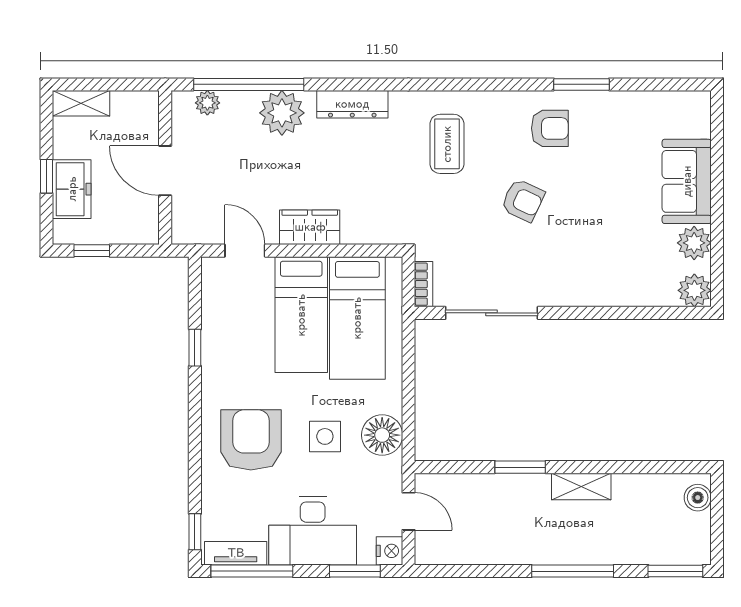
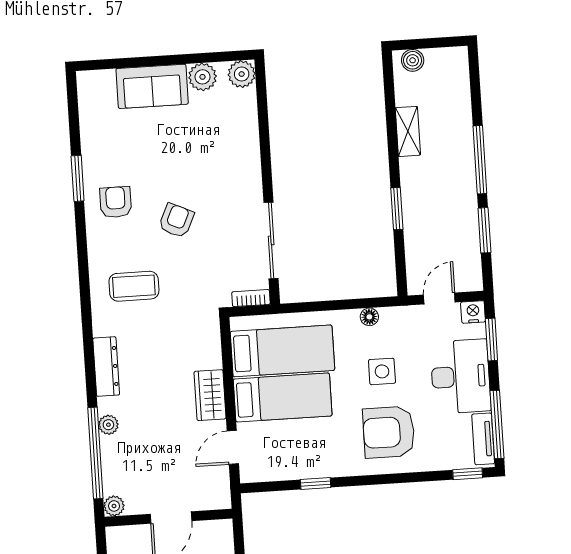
plant: (207, 103) -> (114, 506), moved
plant: (282, 113) -> (108, 425), width x0.53, depth x0.53
floor lamp: (382, 435) -> (369, 317), width x0.53, depth x0.53
shelving: (581, 486) -> (408, 131), moved
window: (675, 571) -> (484, 230), moved

